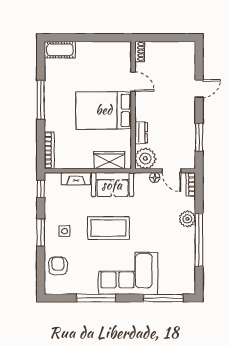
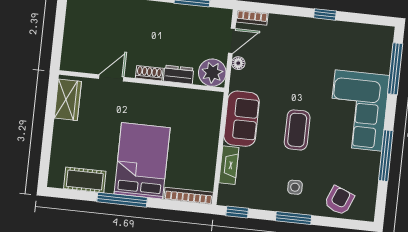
cot: (60, 50) -> (85, 180), moved, turned 90
shoe rack: (140, 51) -> (149, 73), moved
bed: (104, 110) -> (142, 161), moved, turned 180
wardrobe: (109, 160) -> (68, 100), moved, turned 180
plant: (187, 219) -> (296, 27), removed
coffee table: (108, 228) -> (297, 130), width x0.73, depth x0.76
window: (199, 240) -> (325, 14), width x0.32
armchair: (58, 266) -> (339, 200), turned 112

